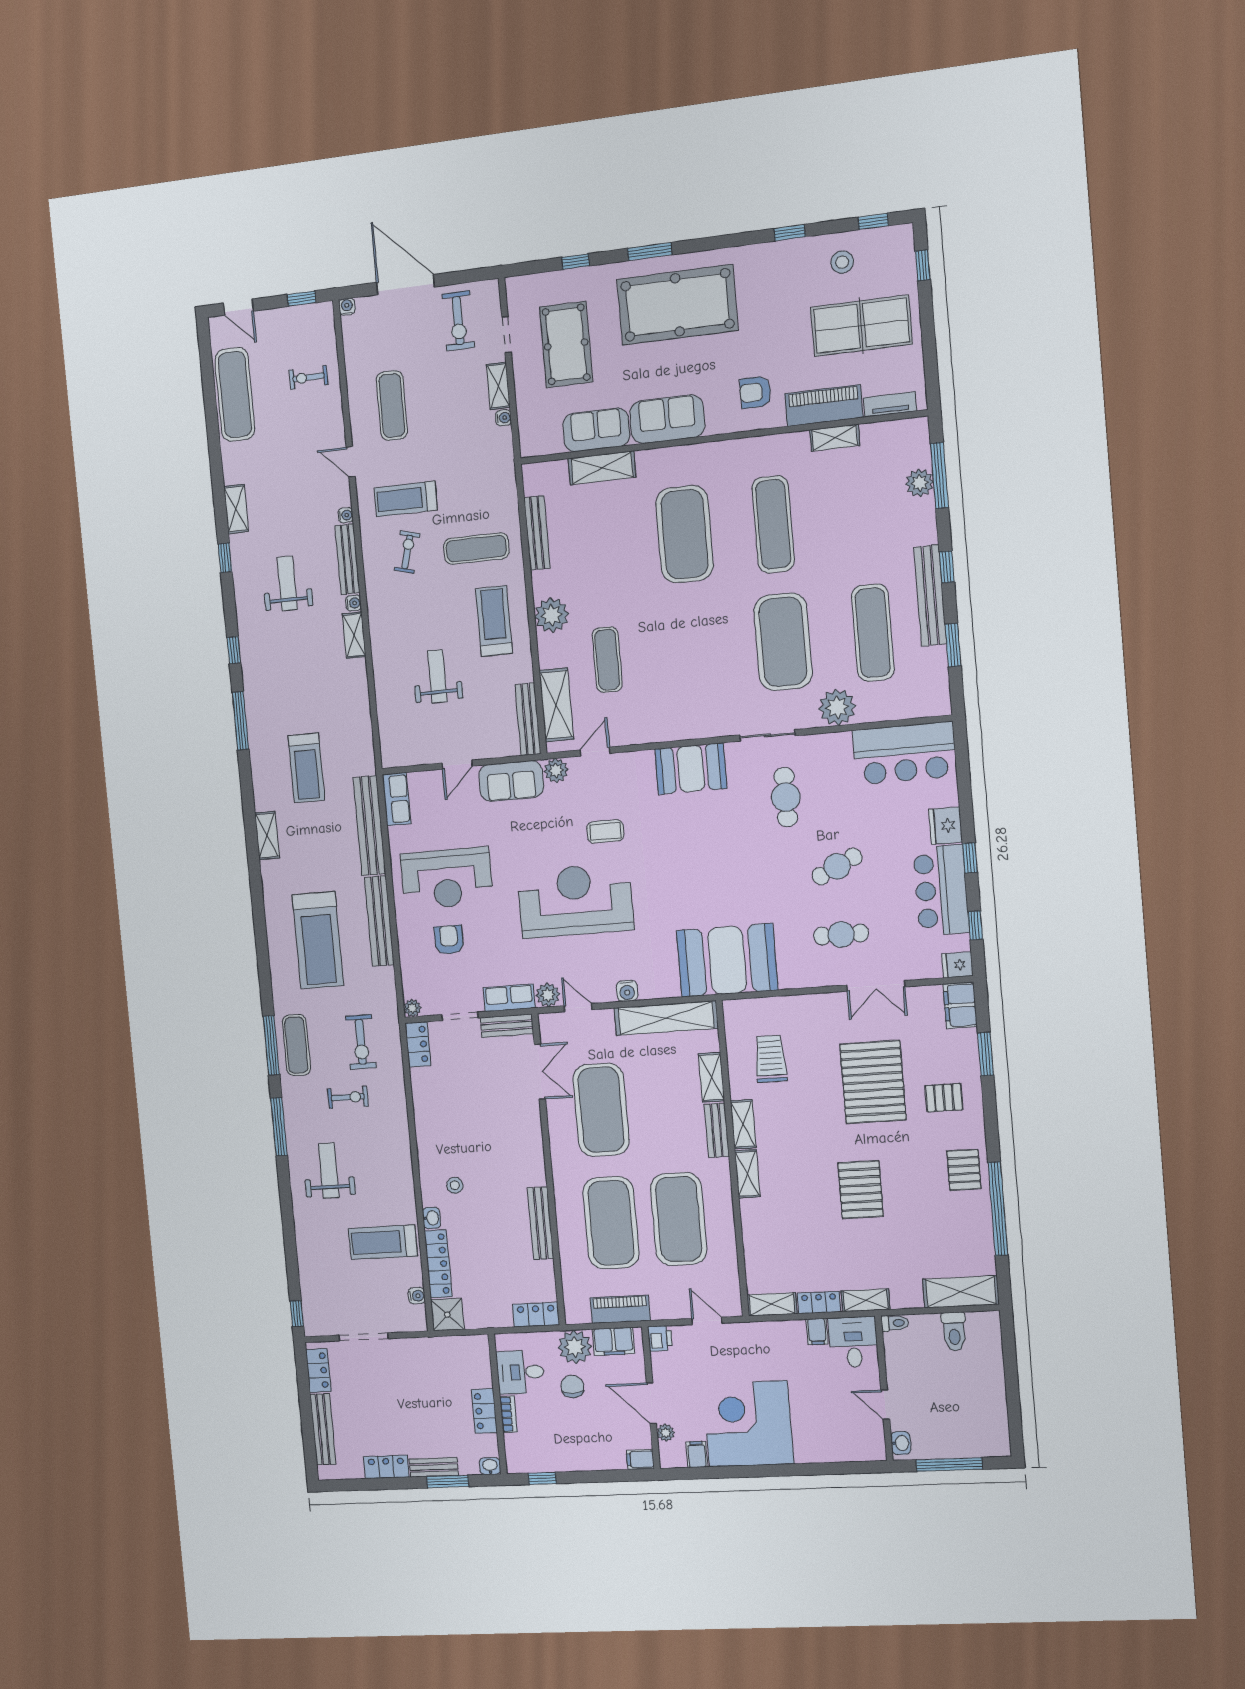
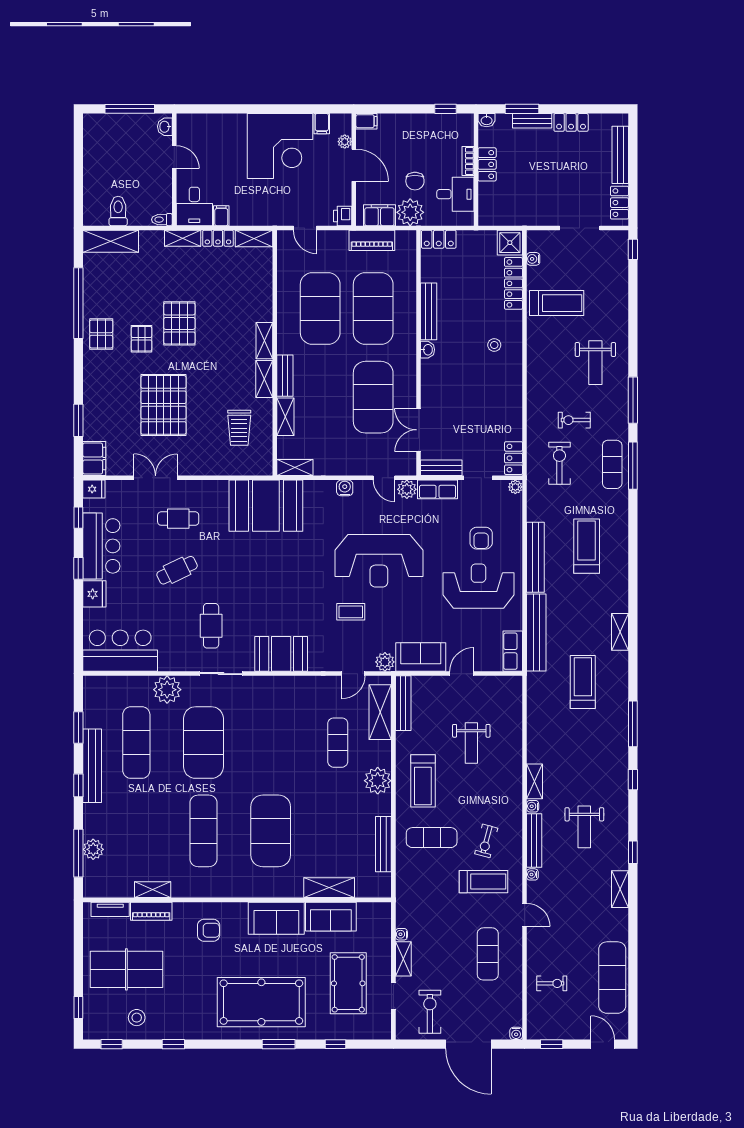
piano: (824, 406) -> (151, 911), width x0.73, depth x0.75
treadmill: (318, 940) -> (587, 546), width x0.73, depth x0.73
shelving: (666, 1018) -> (295, 467), width x0.45, depth x0.75
pallet: (944, 1098) -> (142, 339), moved, turned 90
washbasin: (431, 1218) -> (428, 350), moved, turned 180

